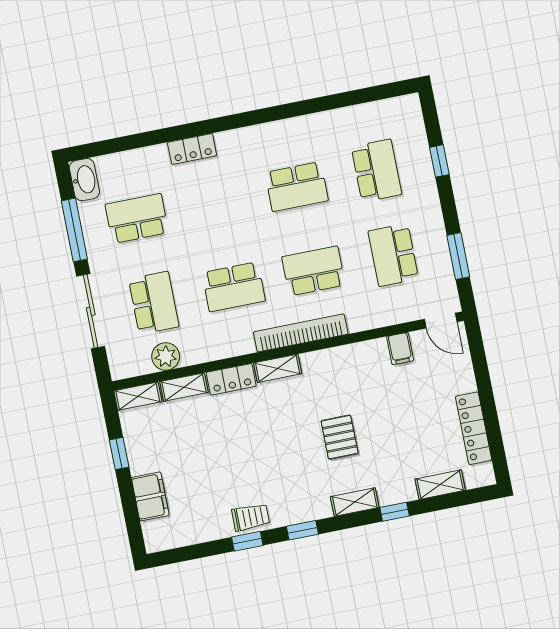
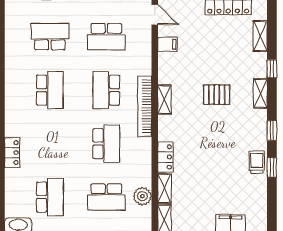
school desk: (137, 218) -> (50, 197), turned 180
school desk: (154, 303) -> (106, 197), turned 180
door: (441, 321) -> (155, 15), hinge flipped
shelving: (278, 368) -> (164, 100), moved

